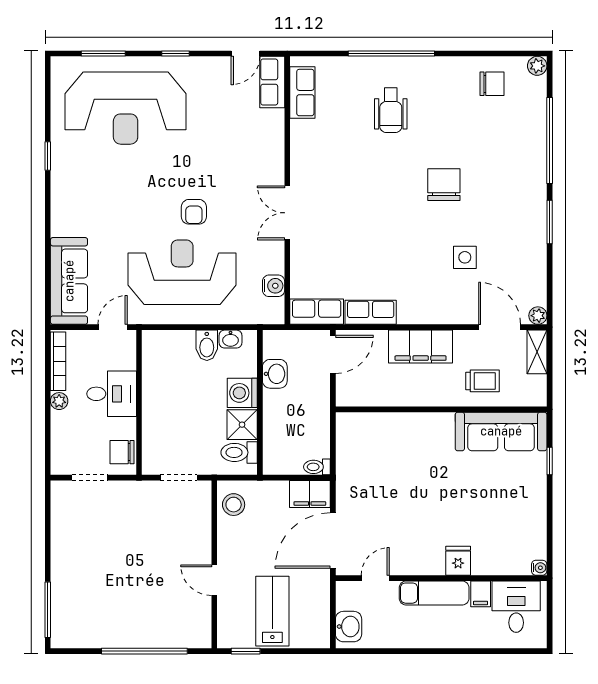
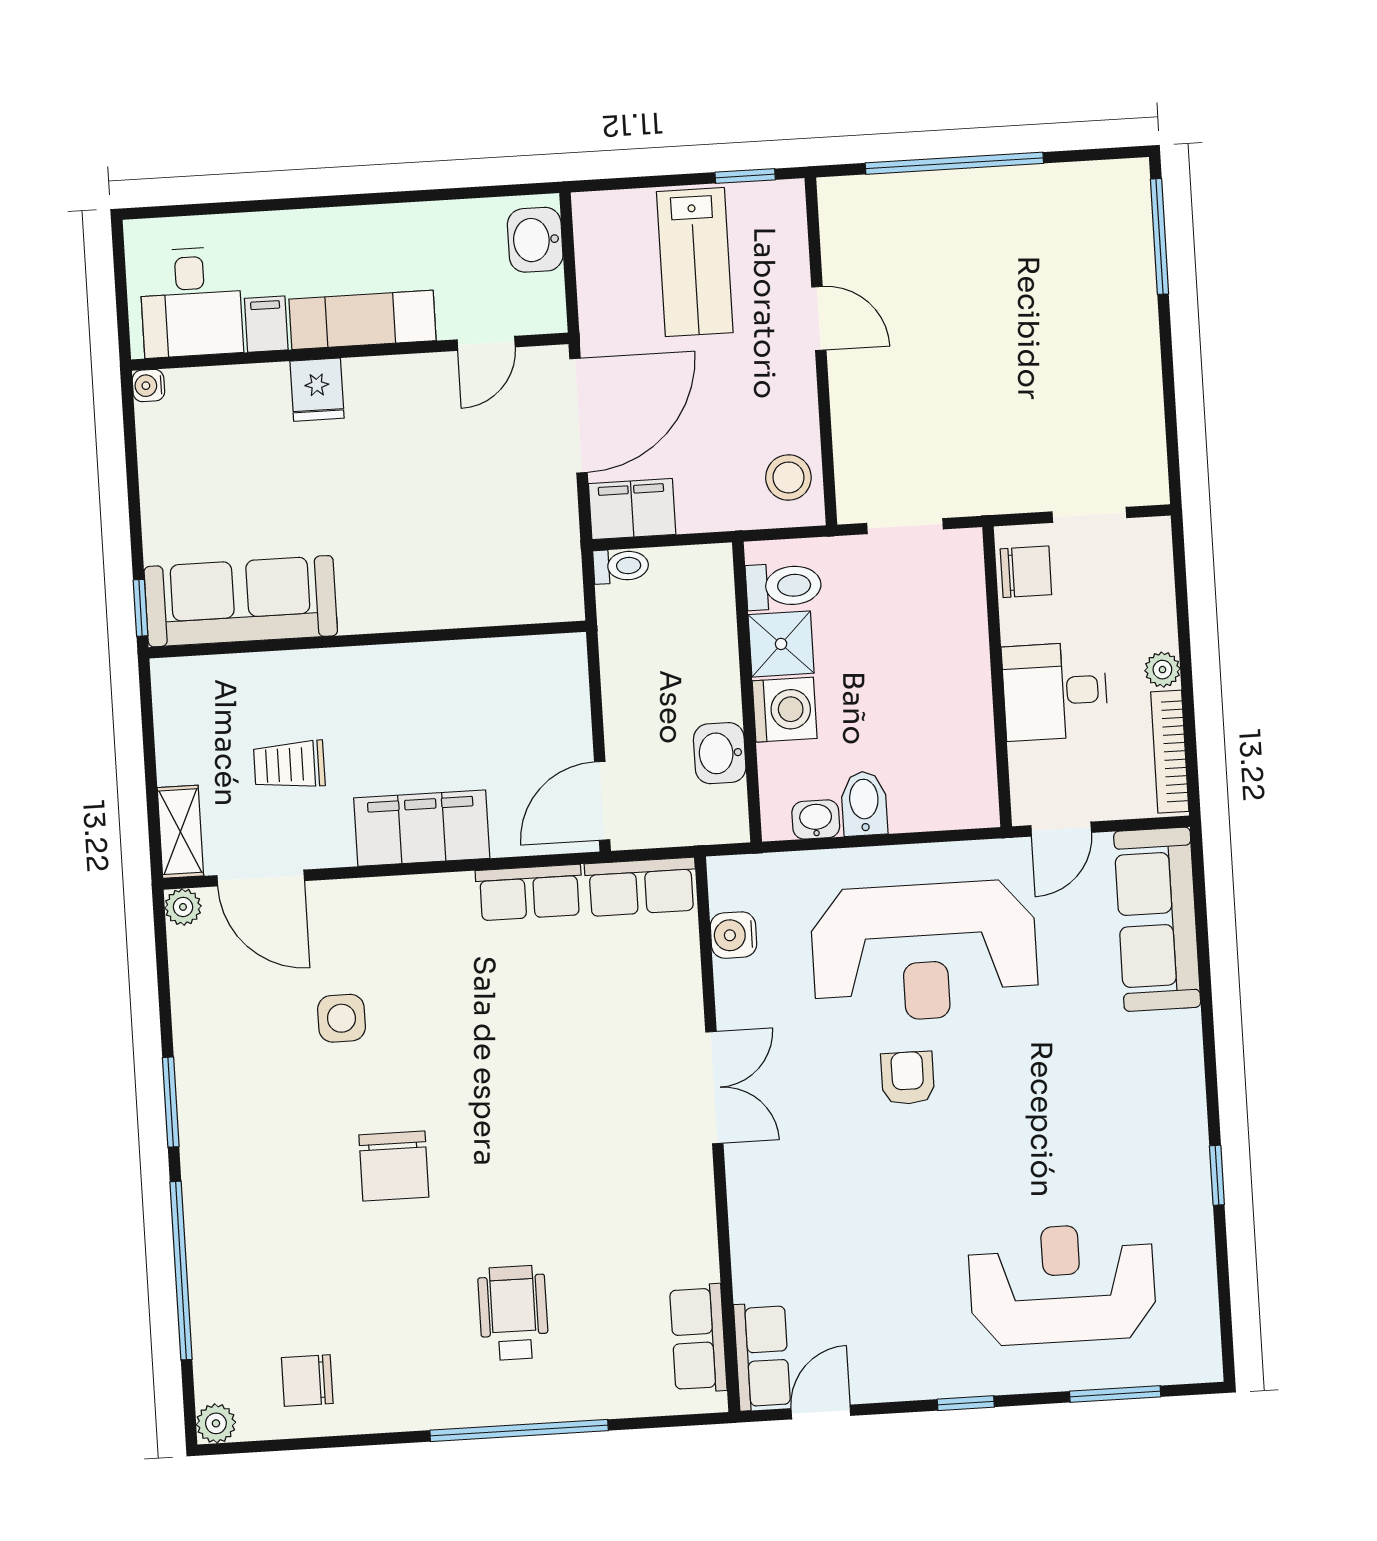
reception desk: (126, 108) -> (1062, 1284), width x0.74, depth x0.77
wall: (441, 409) -> (367, 639), moved
sofa: (501, 431) -> (241, 601), moved

